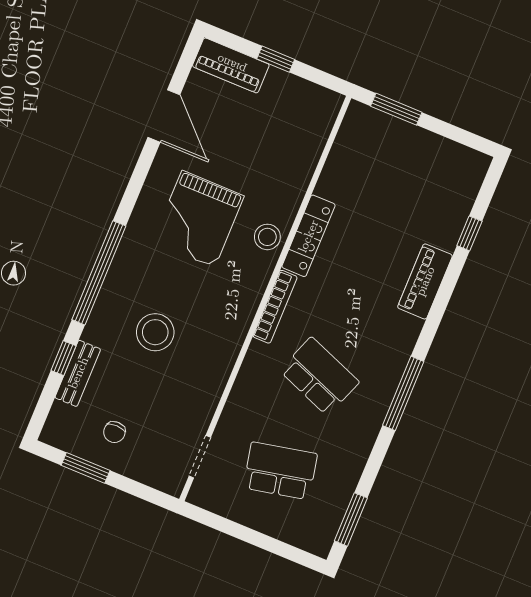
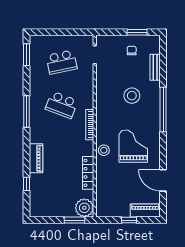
plant: (363, 127) -> (84, 208), added
locker: (308, 236) -> (88, 173), moved
window: (64, 358) -> (163, 71), removed

